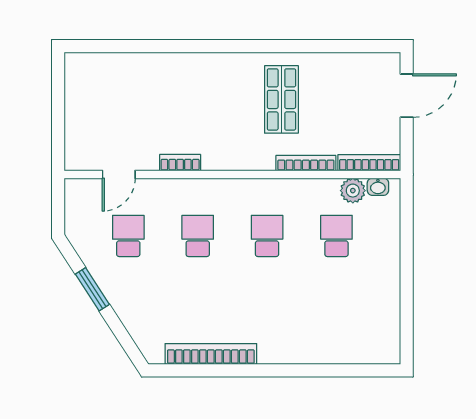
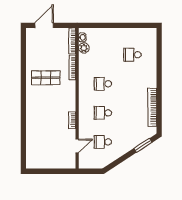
door: (407, 96) -> (44, 25), hinge flipped
door: (119, 174) -> (77, 146), hinge flipped
school desk: (336, 236) -> (132, 55), moved
window: (92, 289) -> (143, 145), moved

